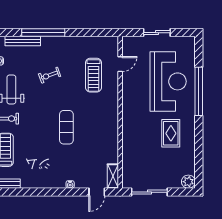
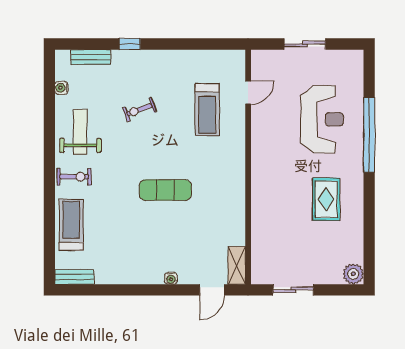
window: (43, 33) -> (130, 44), width x0.32
bench: (23, 41) -> (91, 57), width x0.73
reception desk: (168, 81) -> (322, 119), width x0.74, depth x0.77
exercise mat: (66, 127) -> (165, 190), turned 90
sliding door: (149, 192) -> (293, 290), width x0.73

